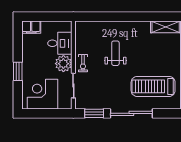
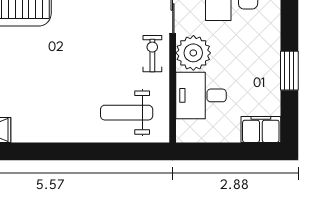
weight bench: (115, 53) -> (127, 113), moved, turned 90
window: (18, 71) -> (289, 71), moved

